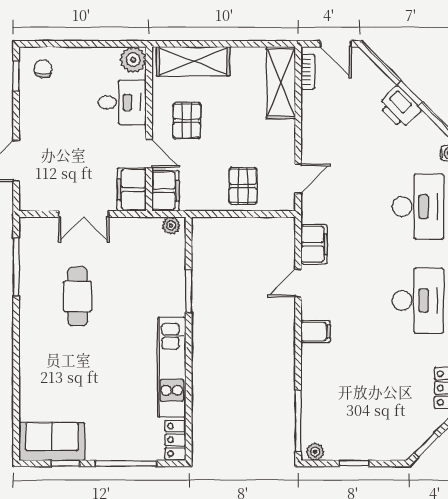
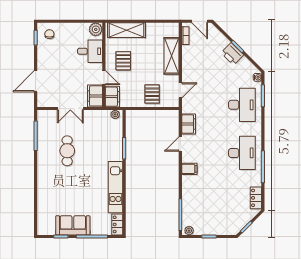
shelving: (281, 83) -> (172, 56), moved
sofa: (52, 442) -> (73, 225), moved

